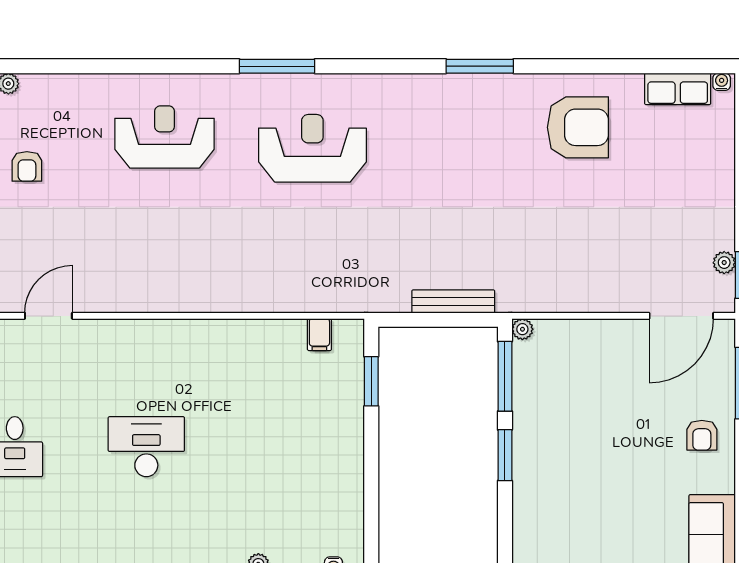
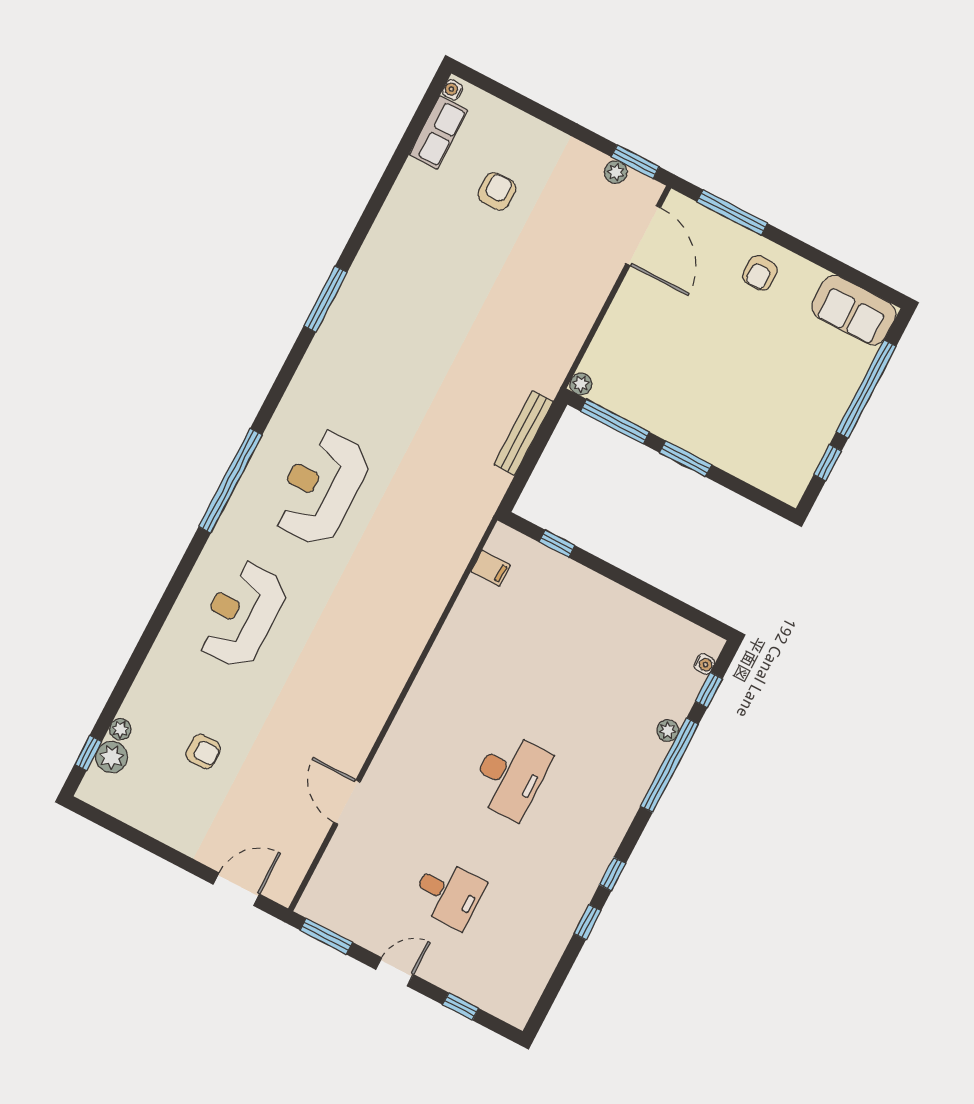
window: (277, 66) -> (231, 481), width x1.46
armchair: (578, 127) -> (497, 191), moved, width x0.53, depth x0.53
window: (371, 381) -> (557, 544), width x0.67
armchair: (702, 435) -> (760, 273), turned 90
desk: (146, 447) -> (510, 776), turned 180

